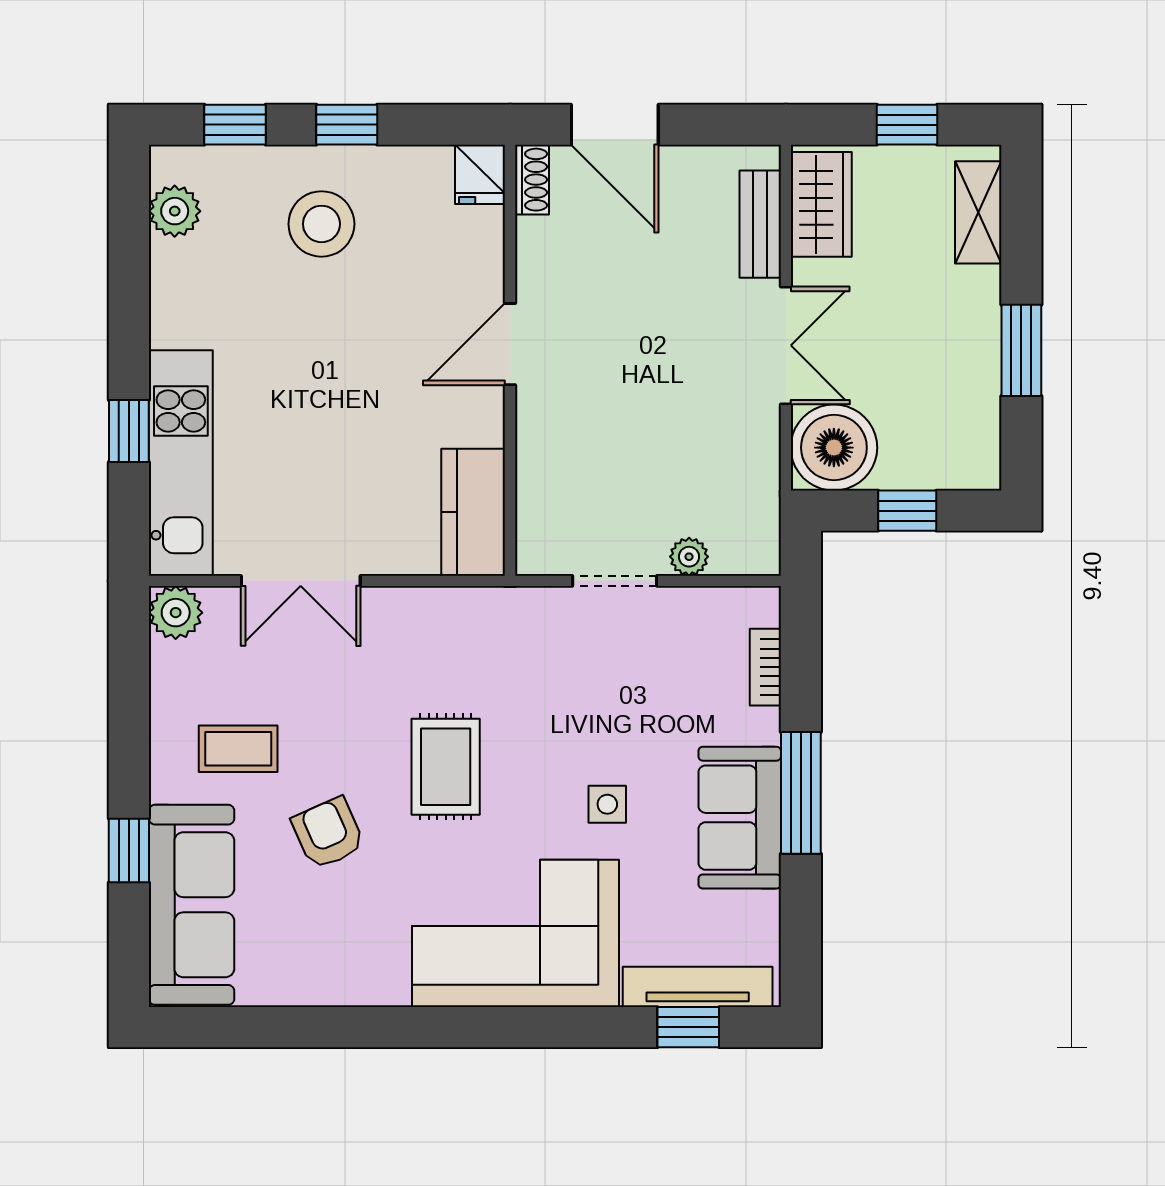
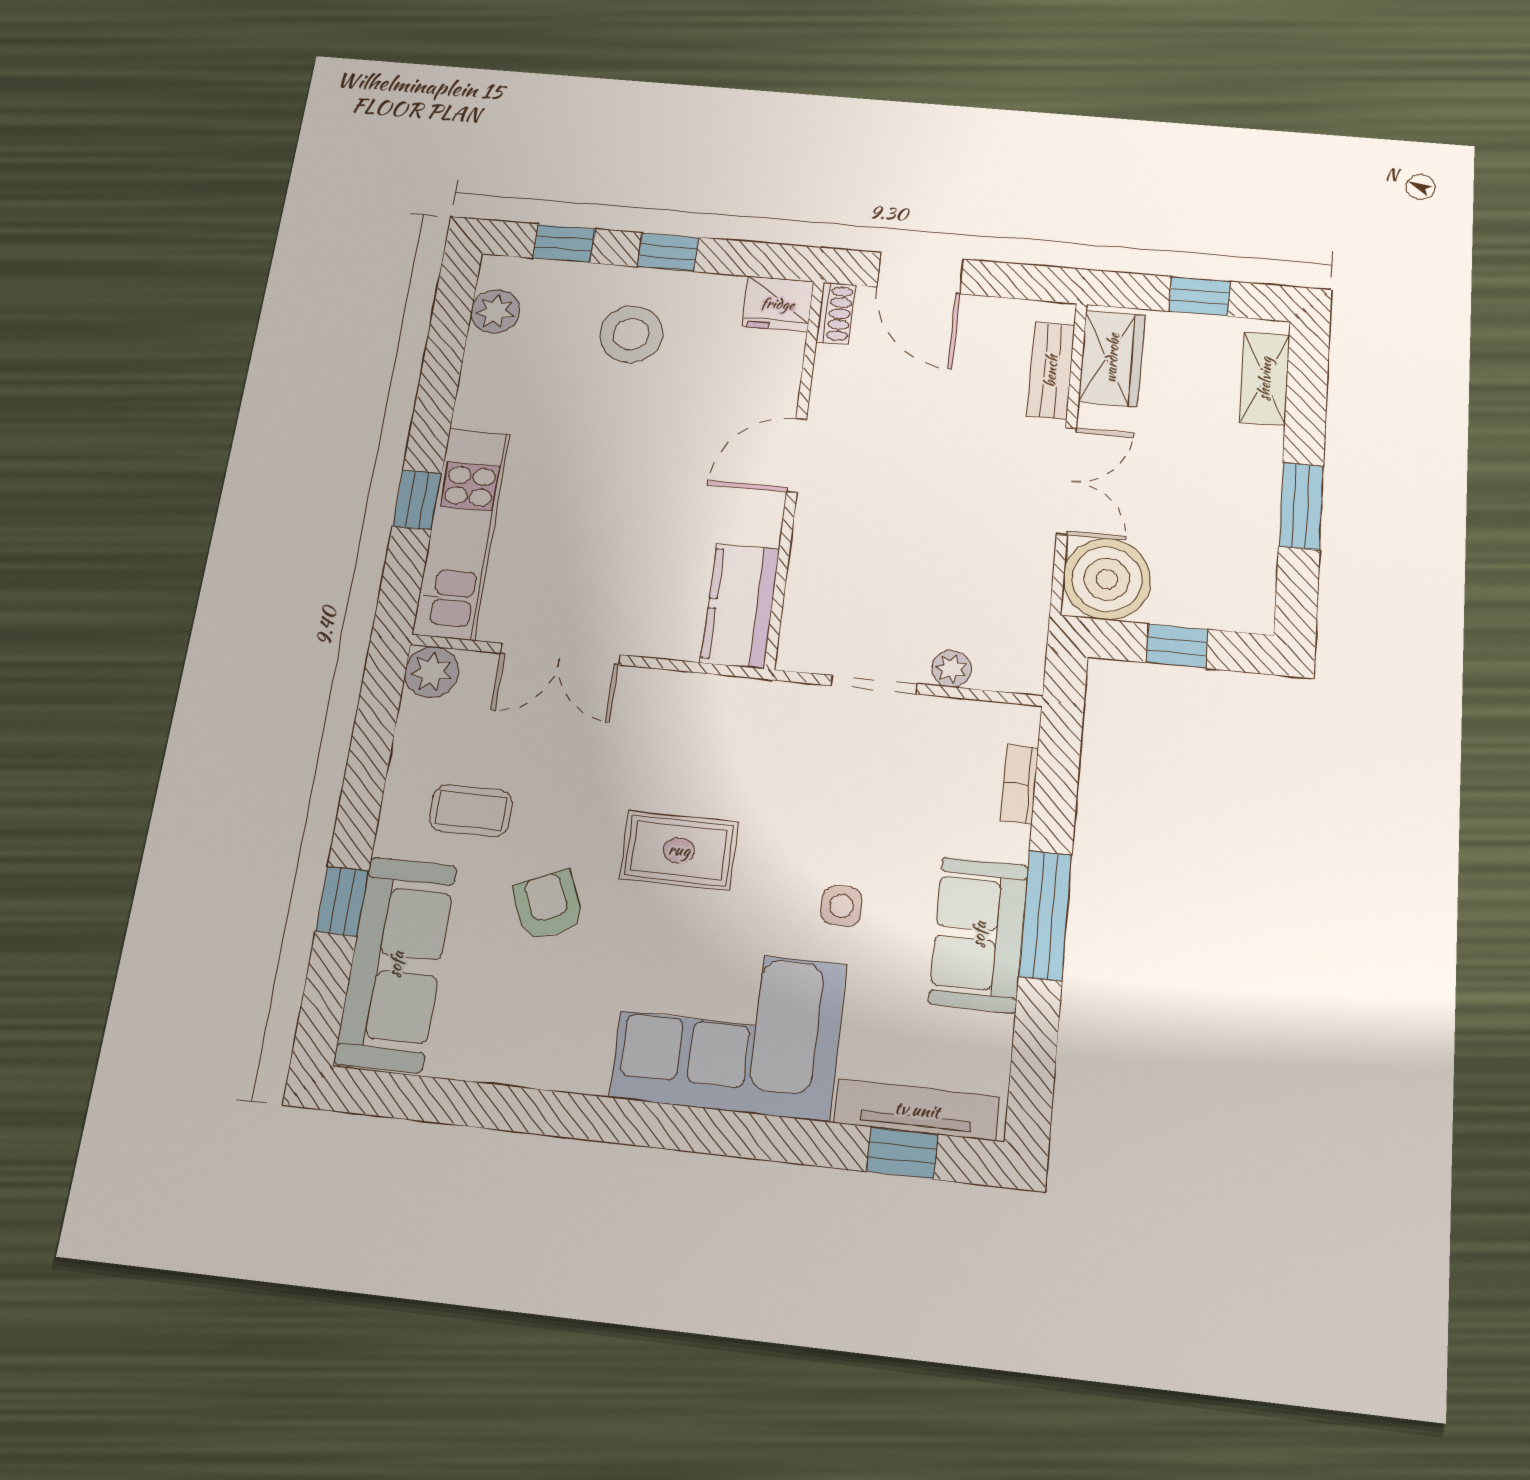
fridge: (480, 174) -> (778, 304), width x1.38
rug: (446, 767) -> (679, 850), turned 90

